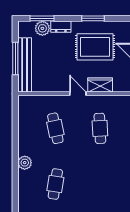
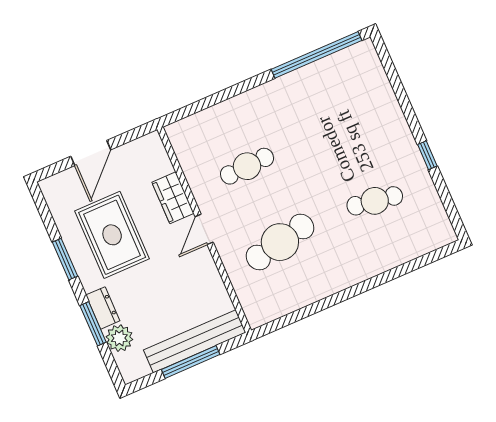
window: (42, 18) -> (93, 324), moved
cafe table: (55, 128) -> (280, 242), width x1.37, depth x1.35
plant: (25, 163) -> (361, 269), removed

